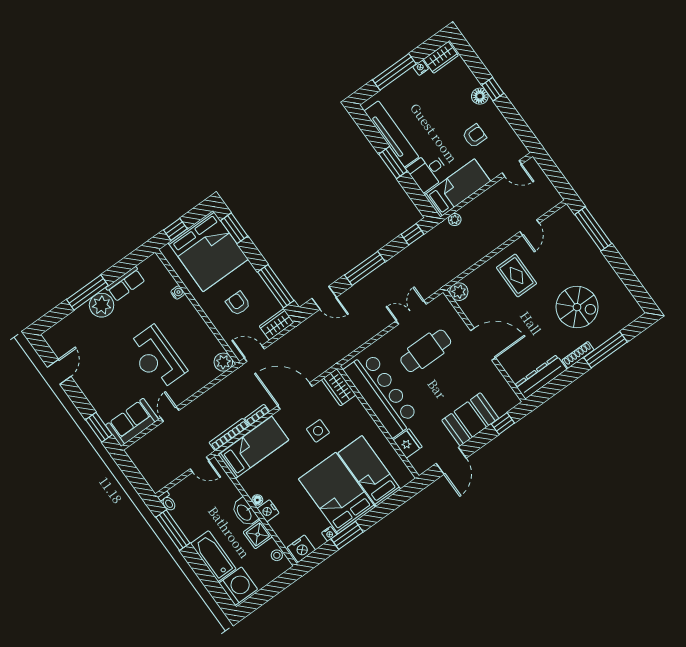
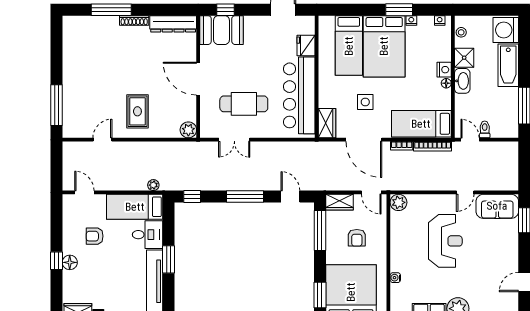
spiral stairs: (577, 307) -> (110, 56), removed
booth: (470, 419) -> (222, 30), moved
toilet: (167, 502) -> (485, 129), moved
nightstand: (301, 549) -> (440, 20), width x0.53, depth x0.56

